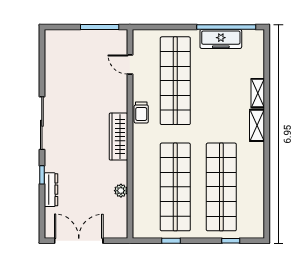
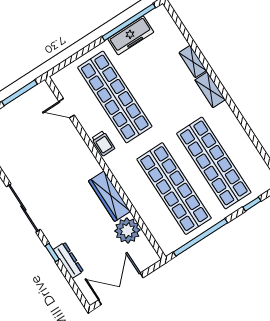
wardrobe: (118, 137) -> (109, 196), moved
plant: (121, 191) -> (127, 230), width x1.88, depth x1.88
window: (171, 241) -> (200, 237), width x3.17

